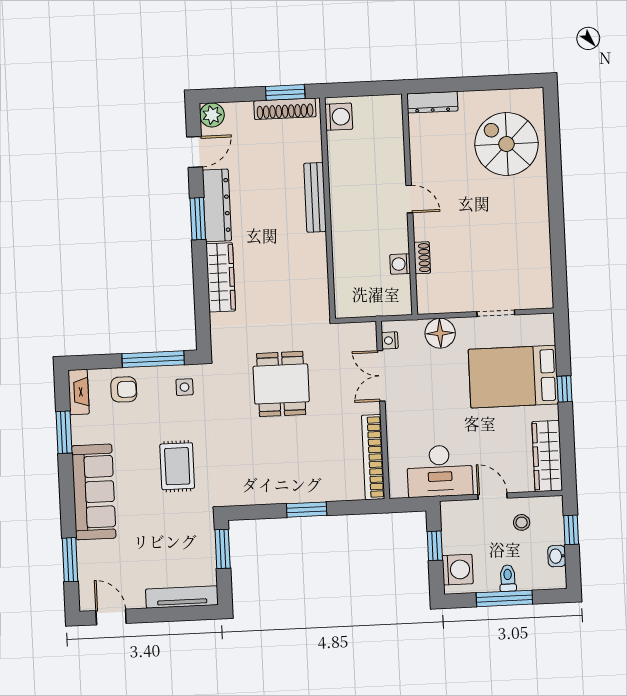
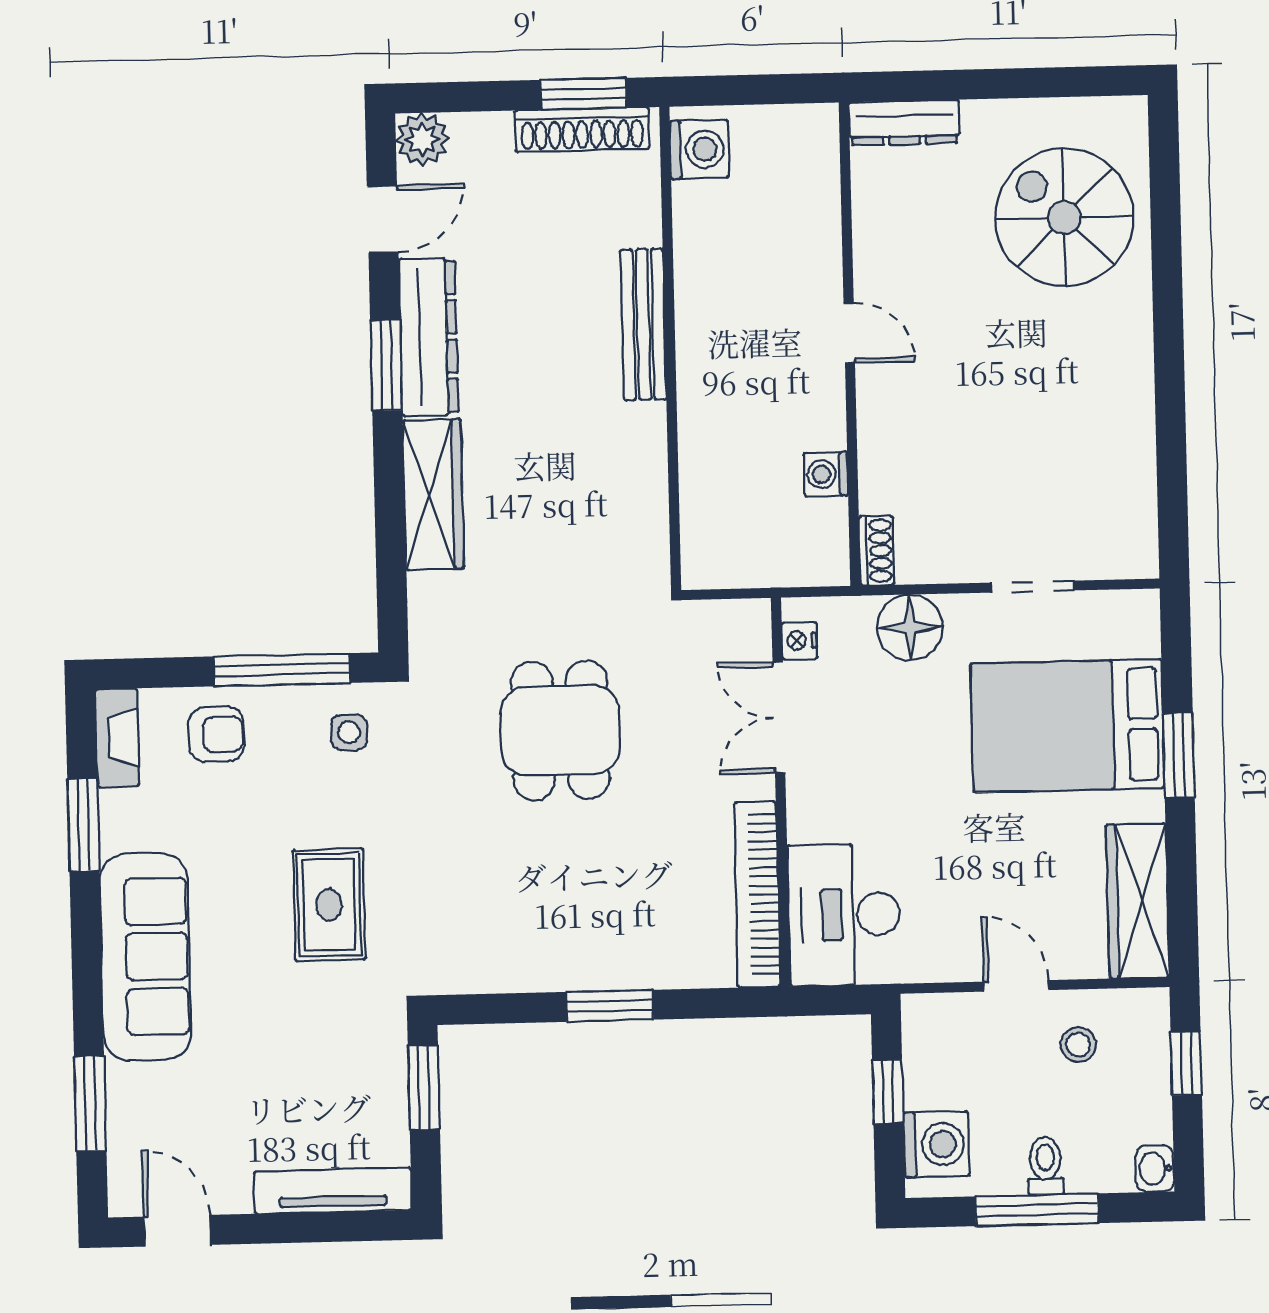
shoe rack: (422, 258) -> (876, 551), moved
window: (565, 389) -> (1179, 755), width x1.50
desk: (440, 471) -> (844, 915), moved, turned 90
washbasin: (557, 556) -> (1155, 1168), moved

